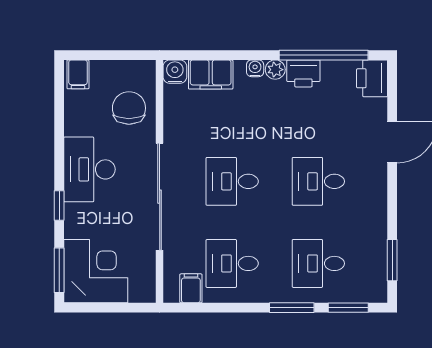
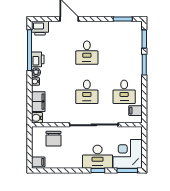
chair: (129, 108) -> (53, 139), turned -90
desk: (89, 169) -> (98, 157), moved
desk: (318, 263) -> (124, 53), removed

